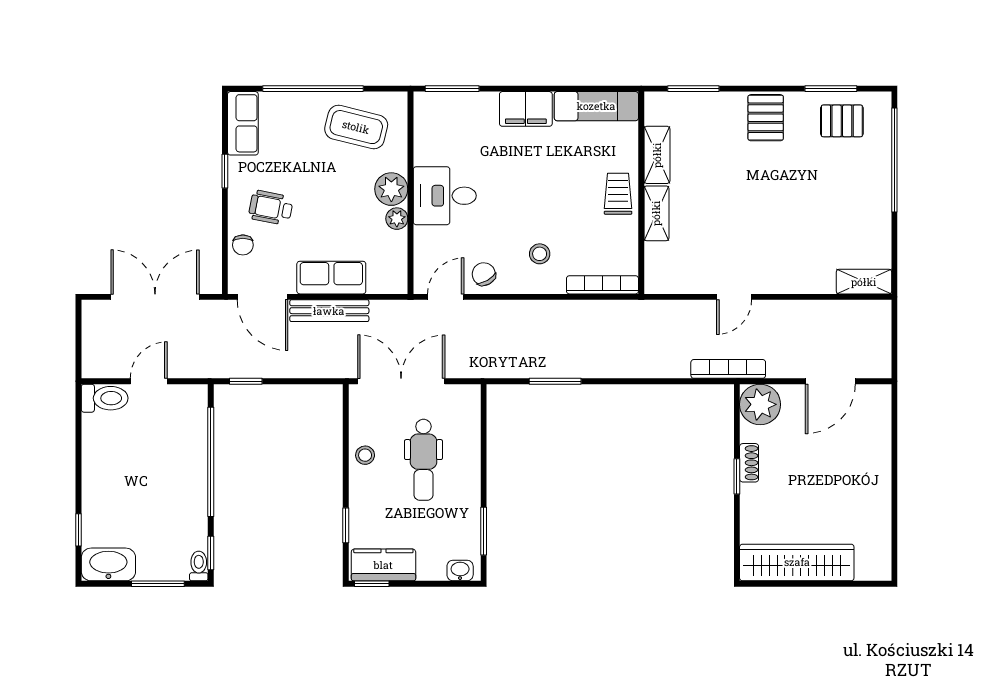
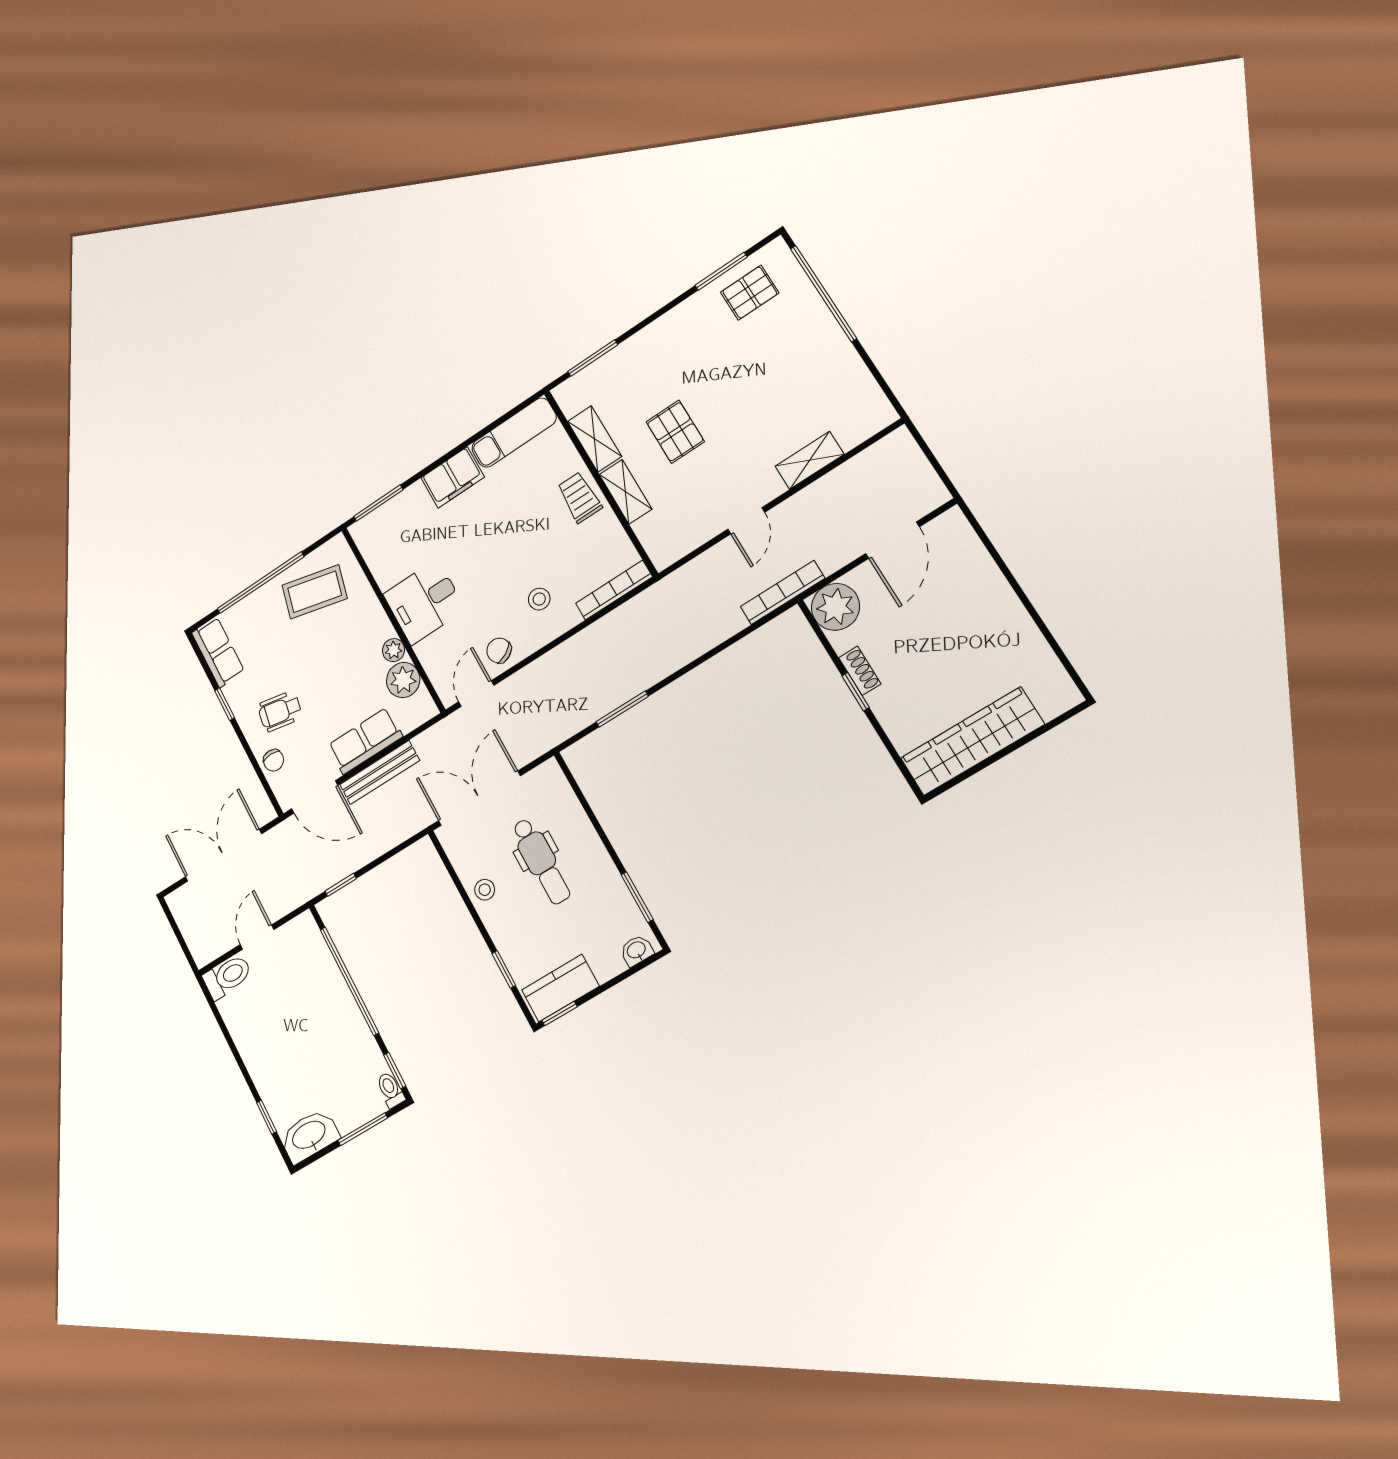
pallet: (766, 118) -> (675, 432), moved
plant: (391, 189) -> (403, 680), moved
shelving: (864, 282) -> (810, 460), moved

